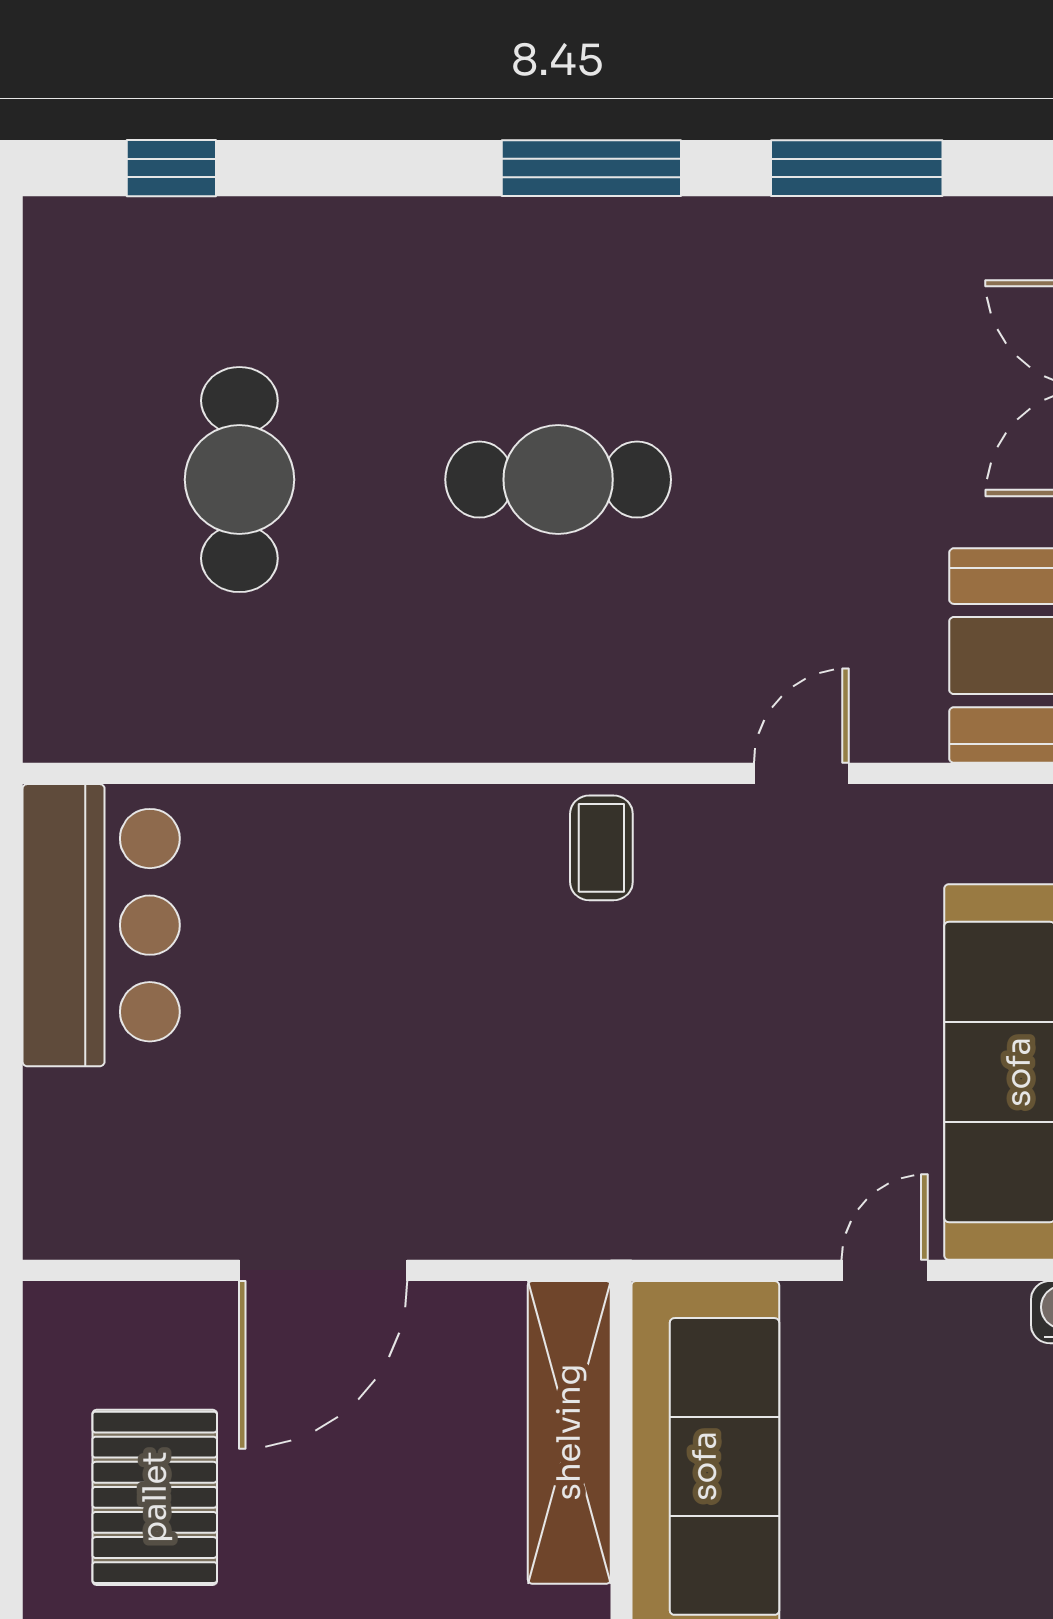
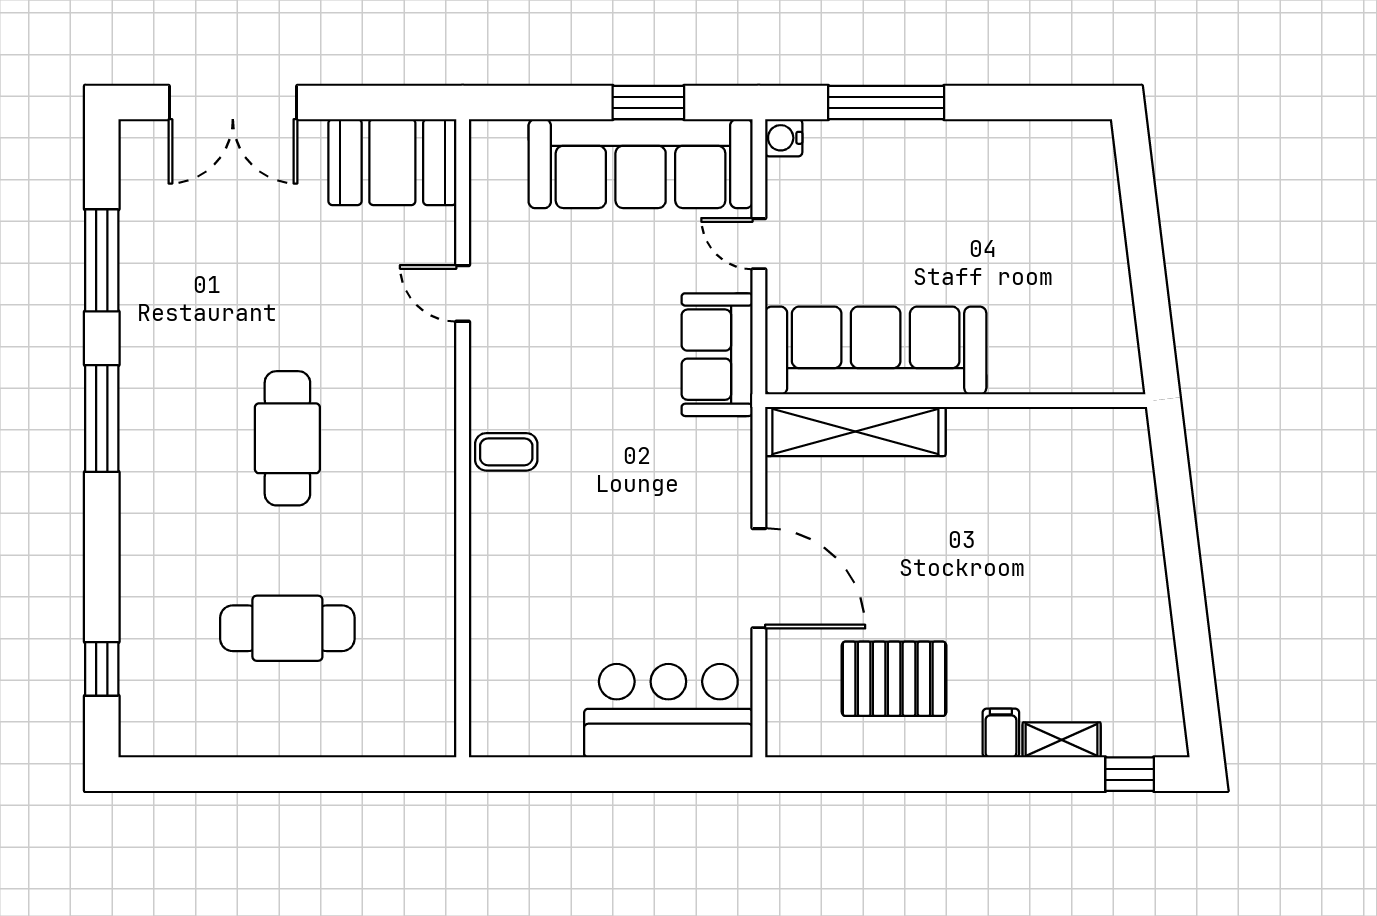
coffee table: (601, 848) -> (506, 452), moved
bar counter: (101, 925) -> (668, 711), moved
sofa: (698, 1200) -> (717, 355), added

